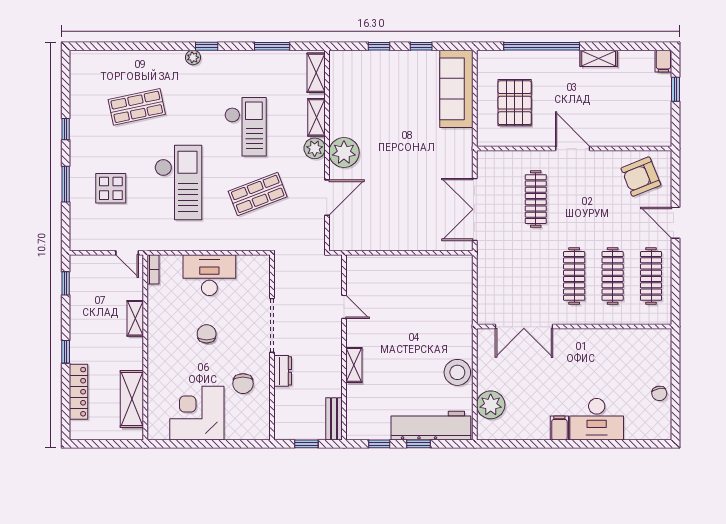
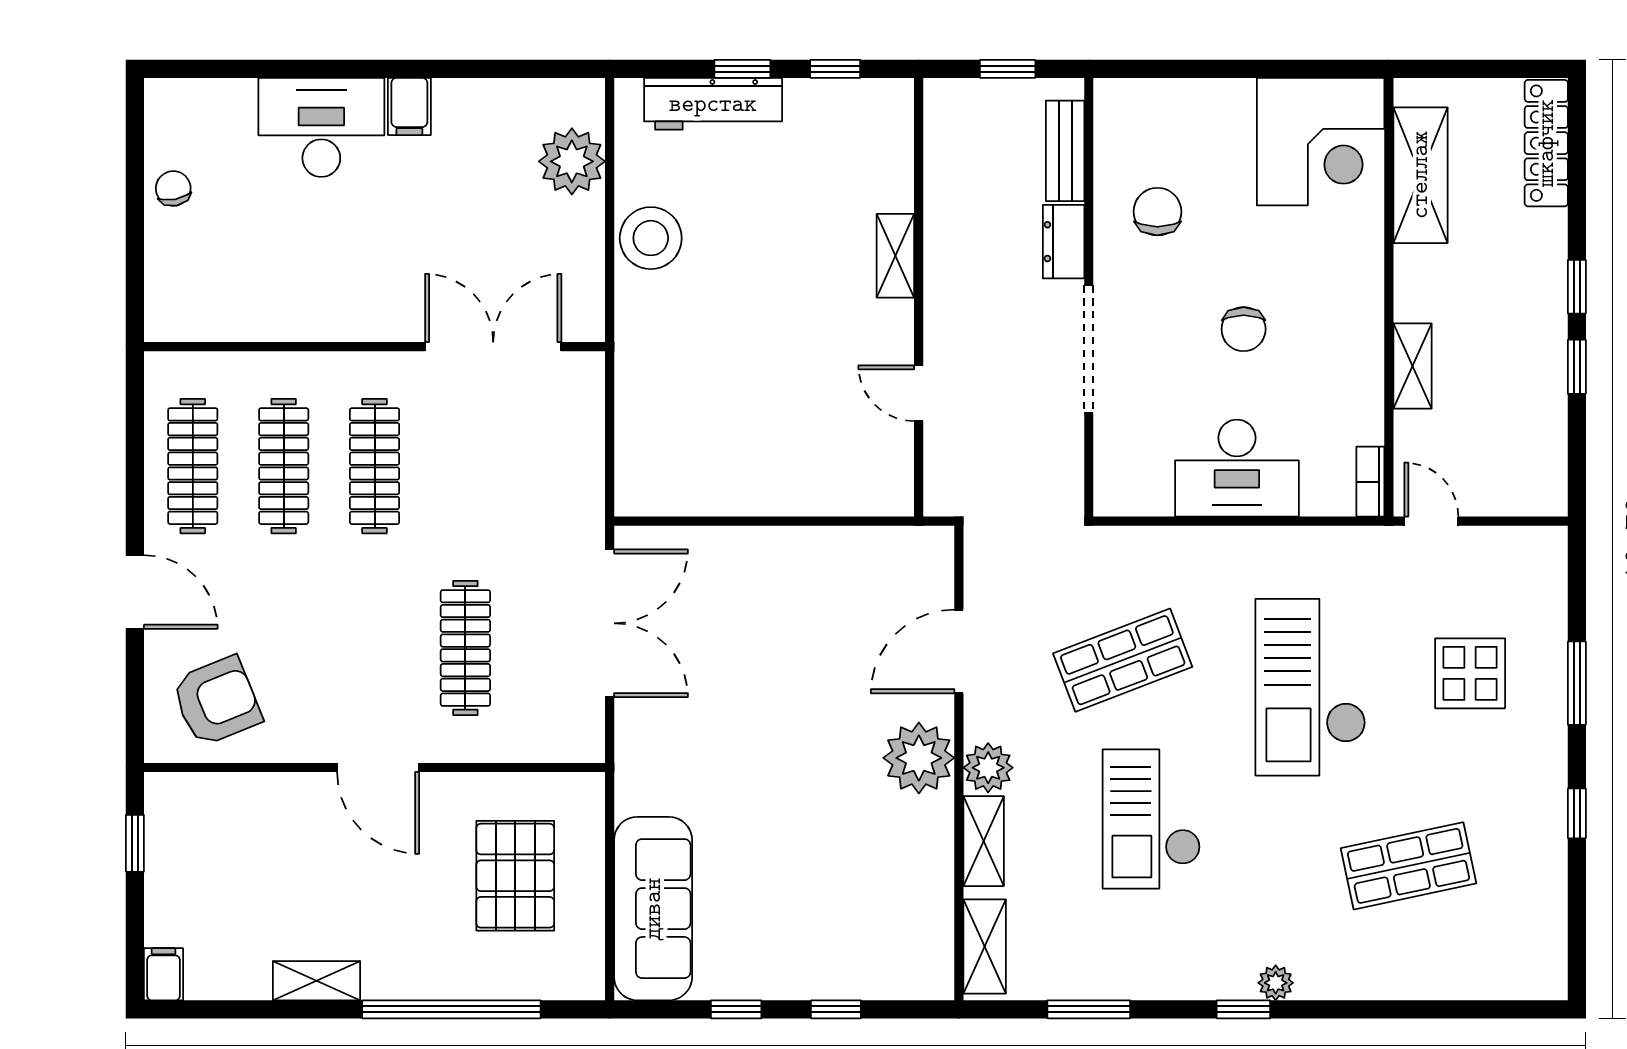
window: (675, 89) -> (135, 843), moved
window: (66, 283) -> (1577, 367), moved
locker: (79, 392) -> (1546, 143), moved
corner desk: (197, 413) -> (1321, 142), moved
bench: (334, 419) -> (1065, 151), moved
workbench: (431, 426) -> (713, 104), width x0.73, depth x0.76

